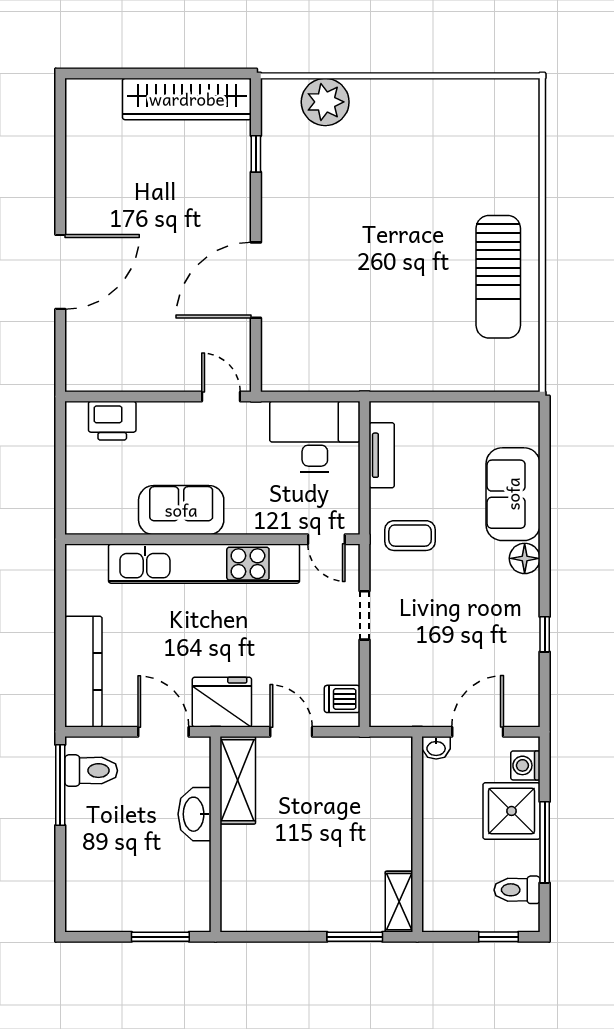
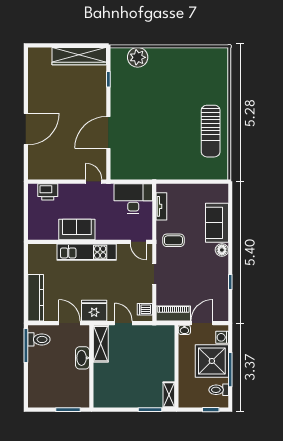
kitchen unit: (204, 564) -> (87, 252), width x0.73
piano: (410, 709) -> (173, 313), added
shower: (512, 811) -> (212, 361), width x1.37, depth x1.37

